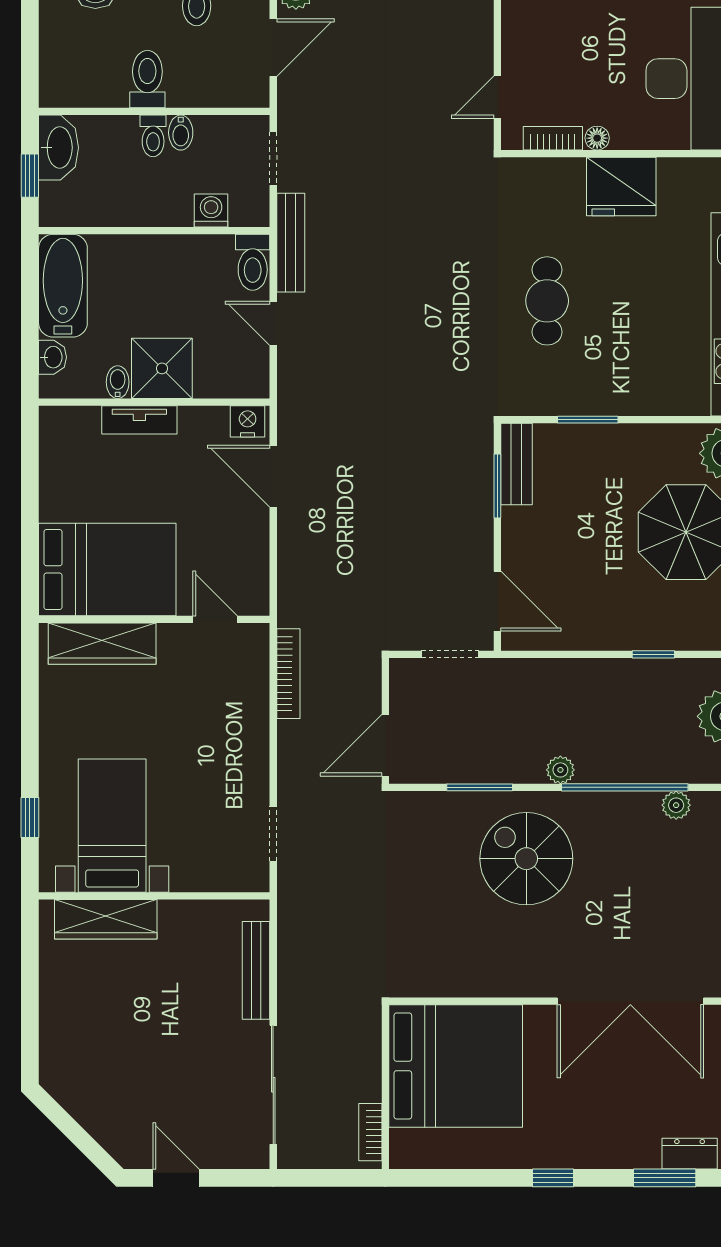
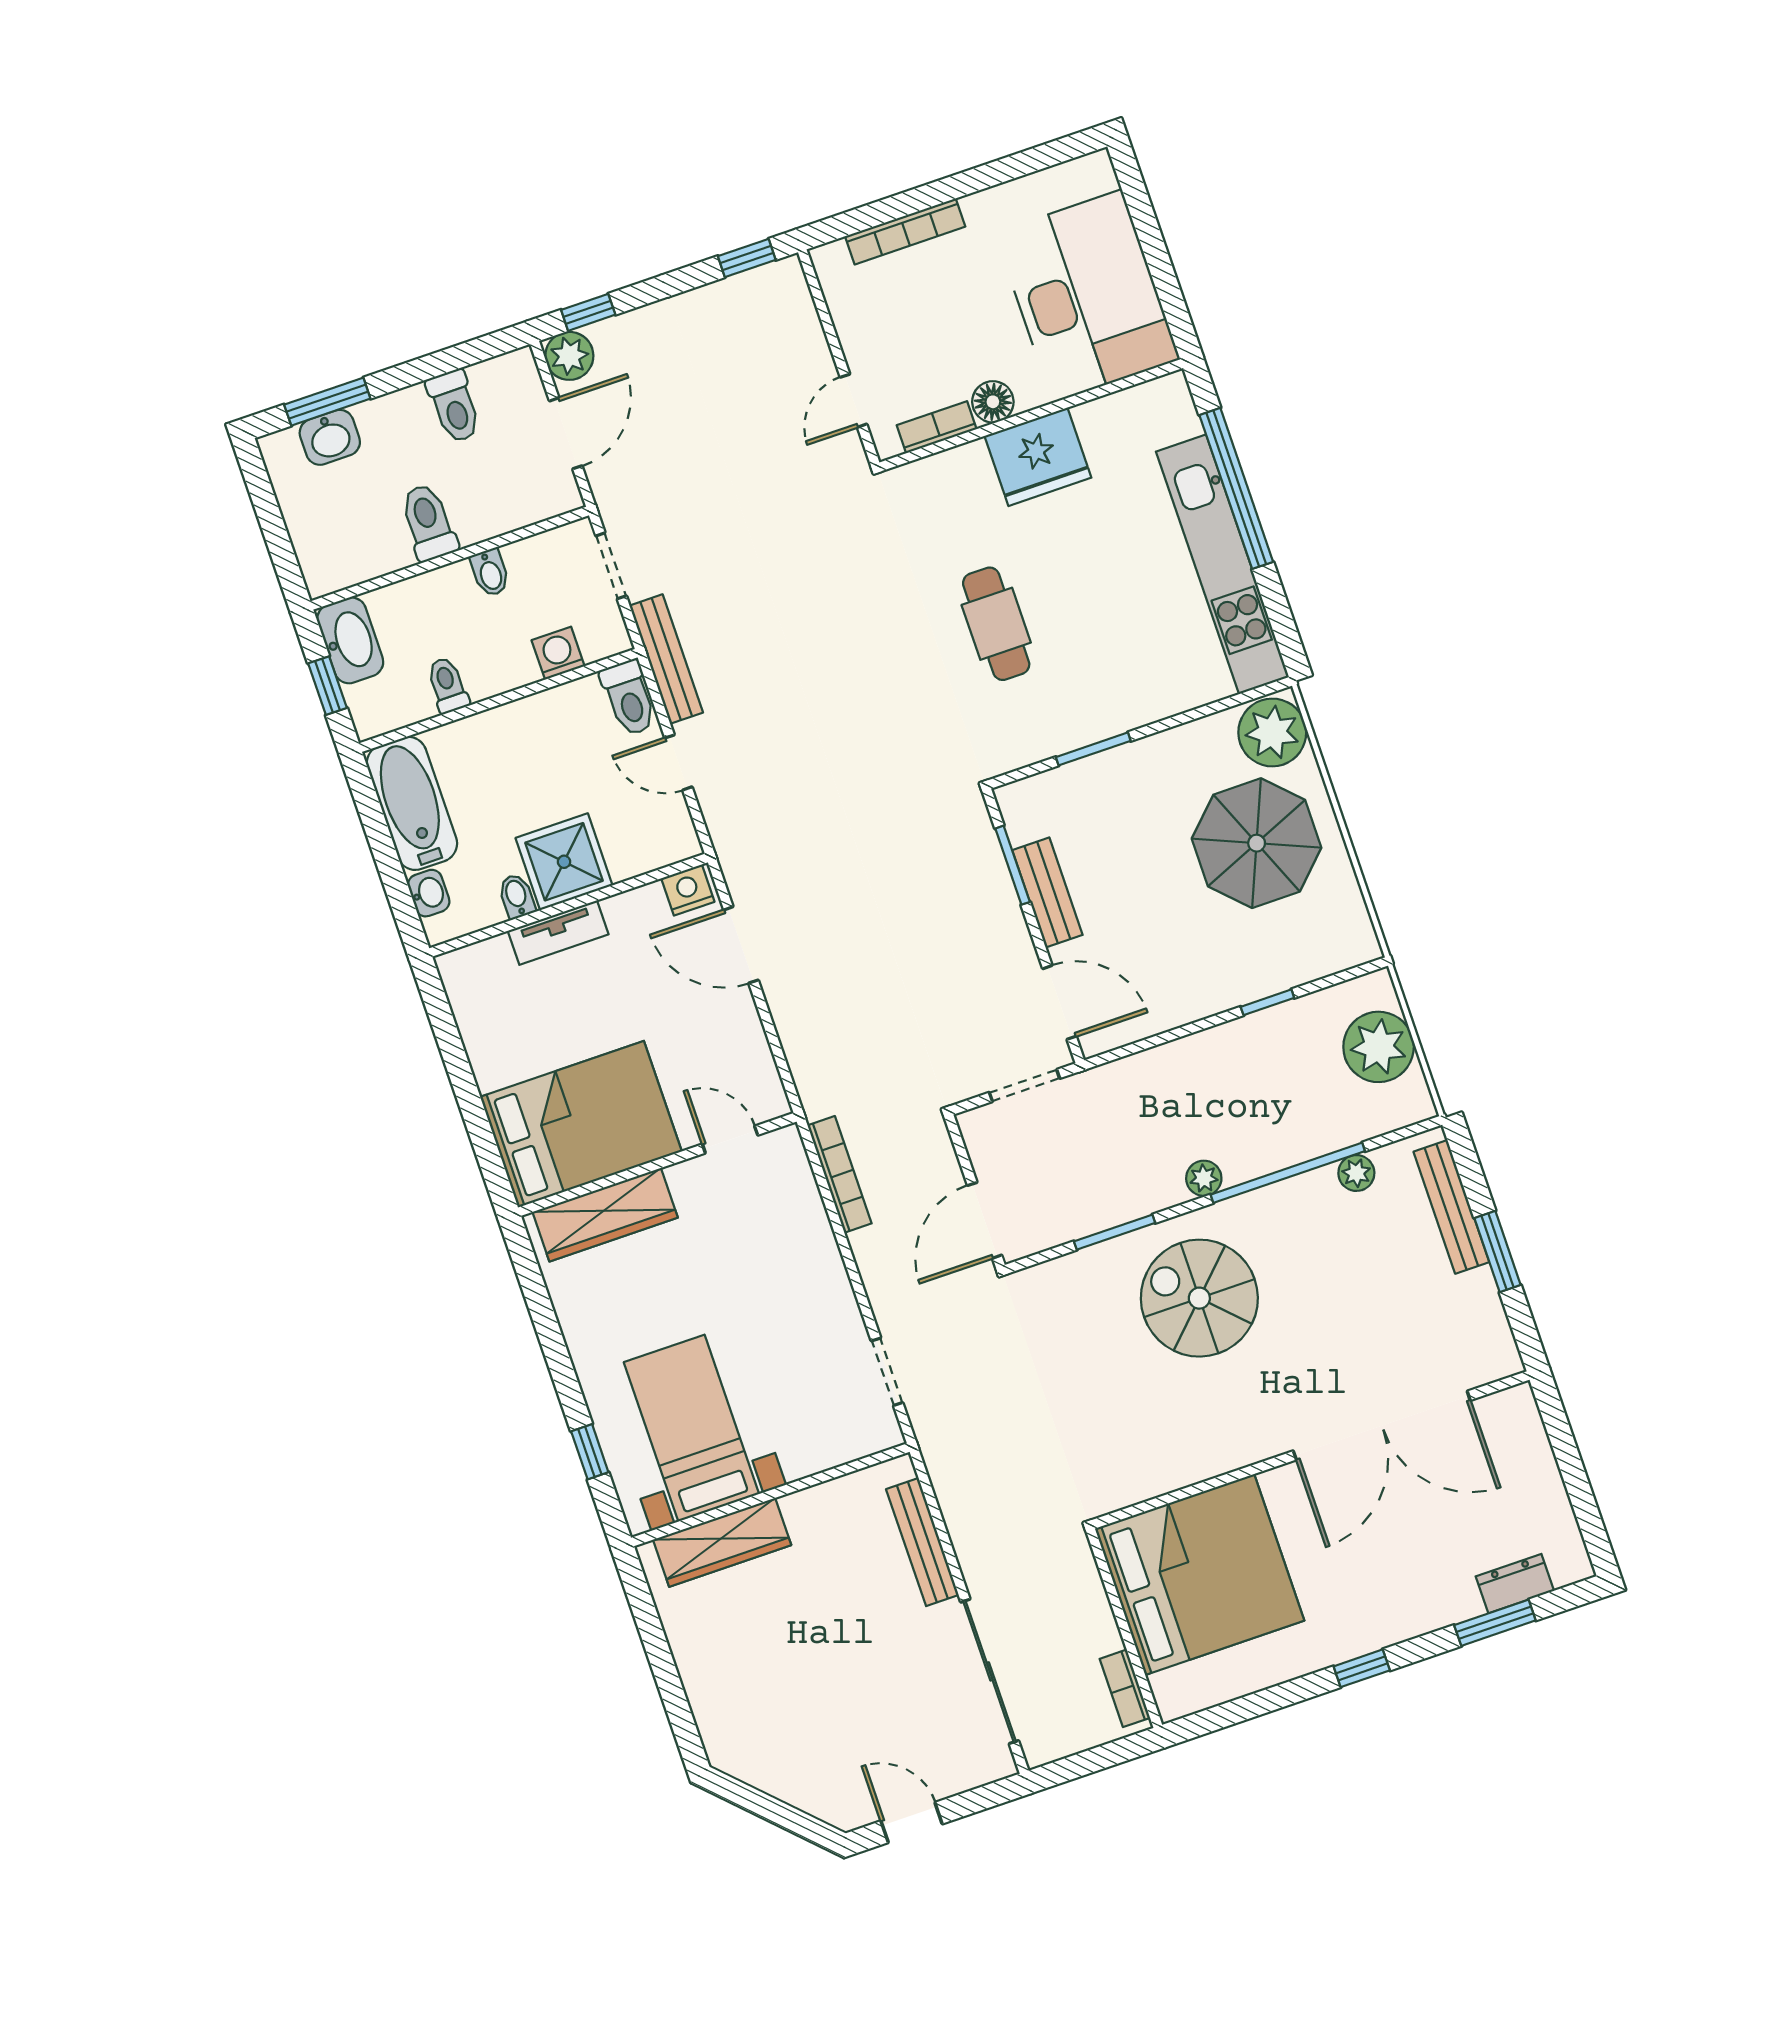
toilet: (153, 136) -> (448, 685), moved, turned 180
floor lamp: (597, 138) -> (993, 402), width x1.37, depth x1.37
bench: (516, 464) -> (1047, 892), moved

